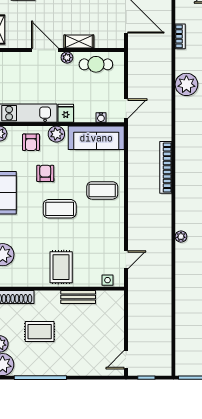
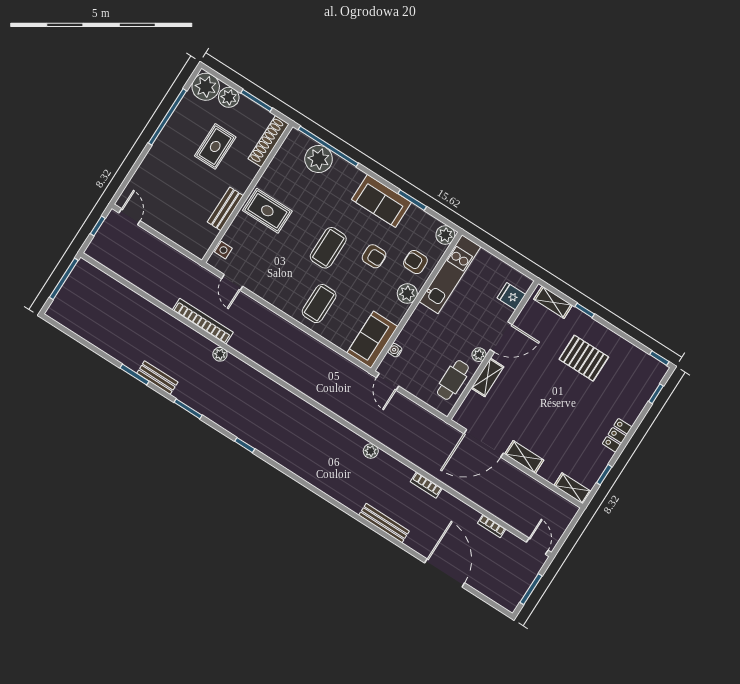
plant: (186, 84) -> (371, 451), width x0.53, depth x0.53
fridge: (66, 113) -> (511, 296), moved, turned 180
sofa: (96, 138) -> (372, 340), width x0.73
bookcase: (166, 167) -> (203, 321), moved

